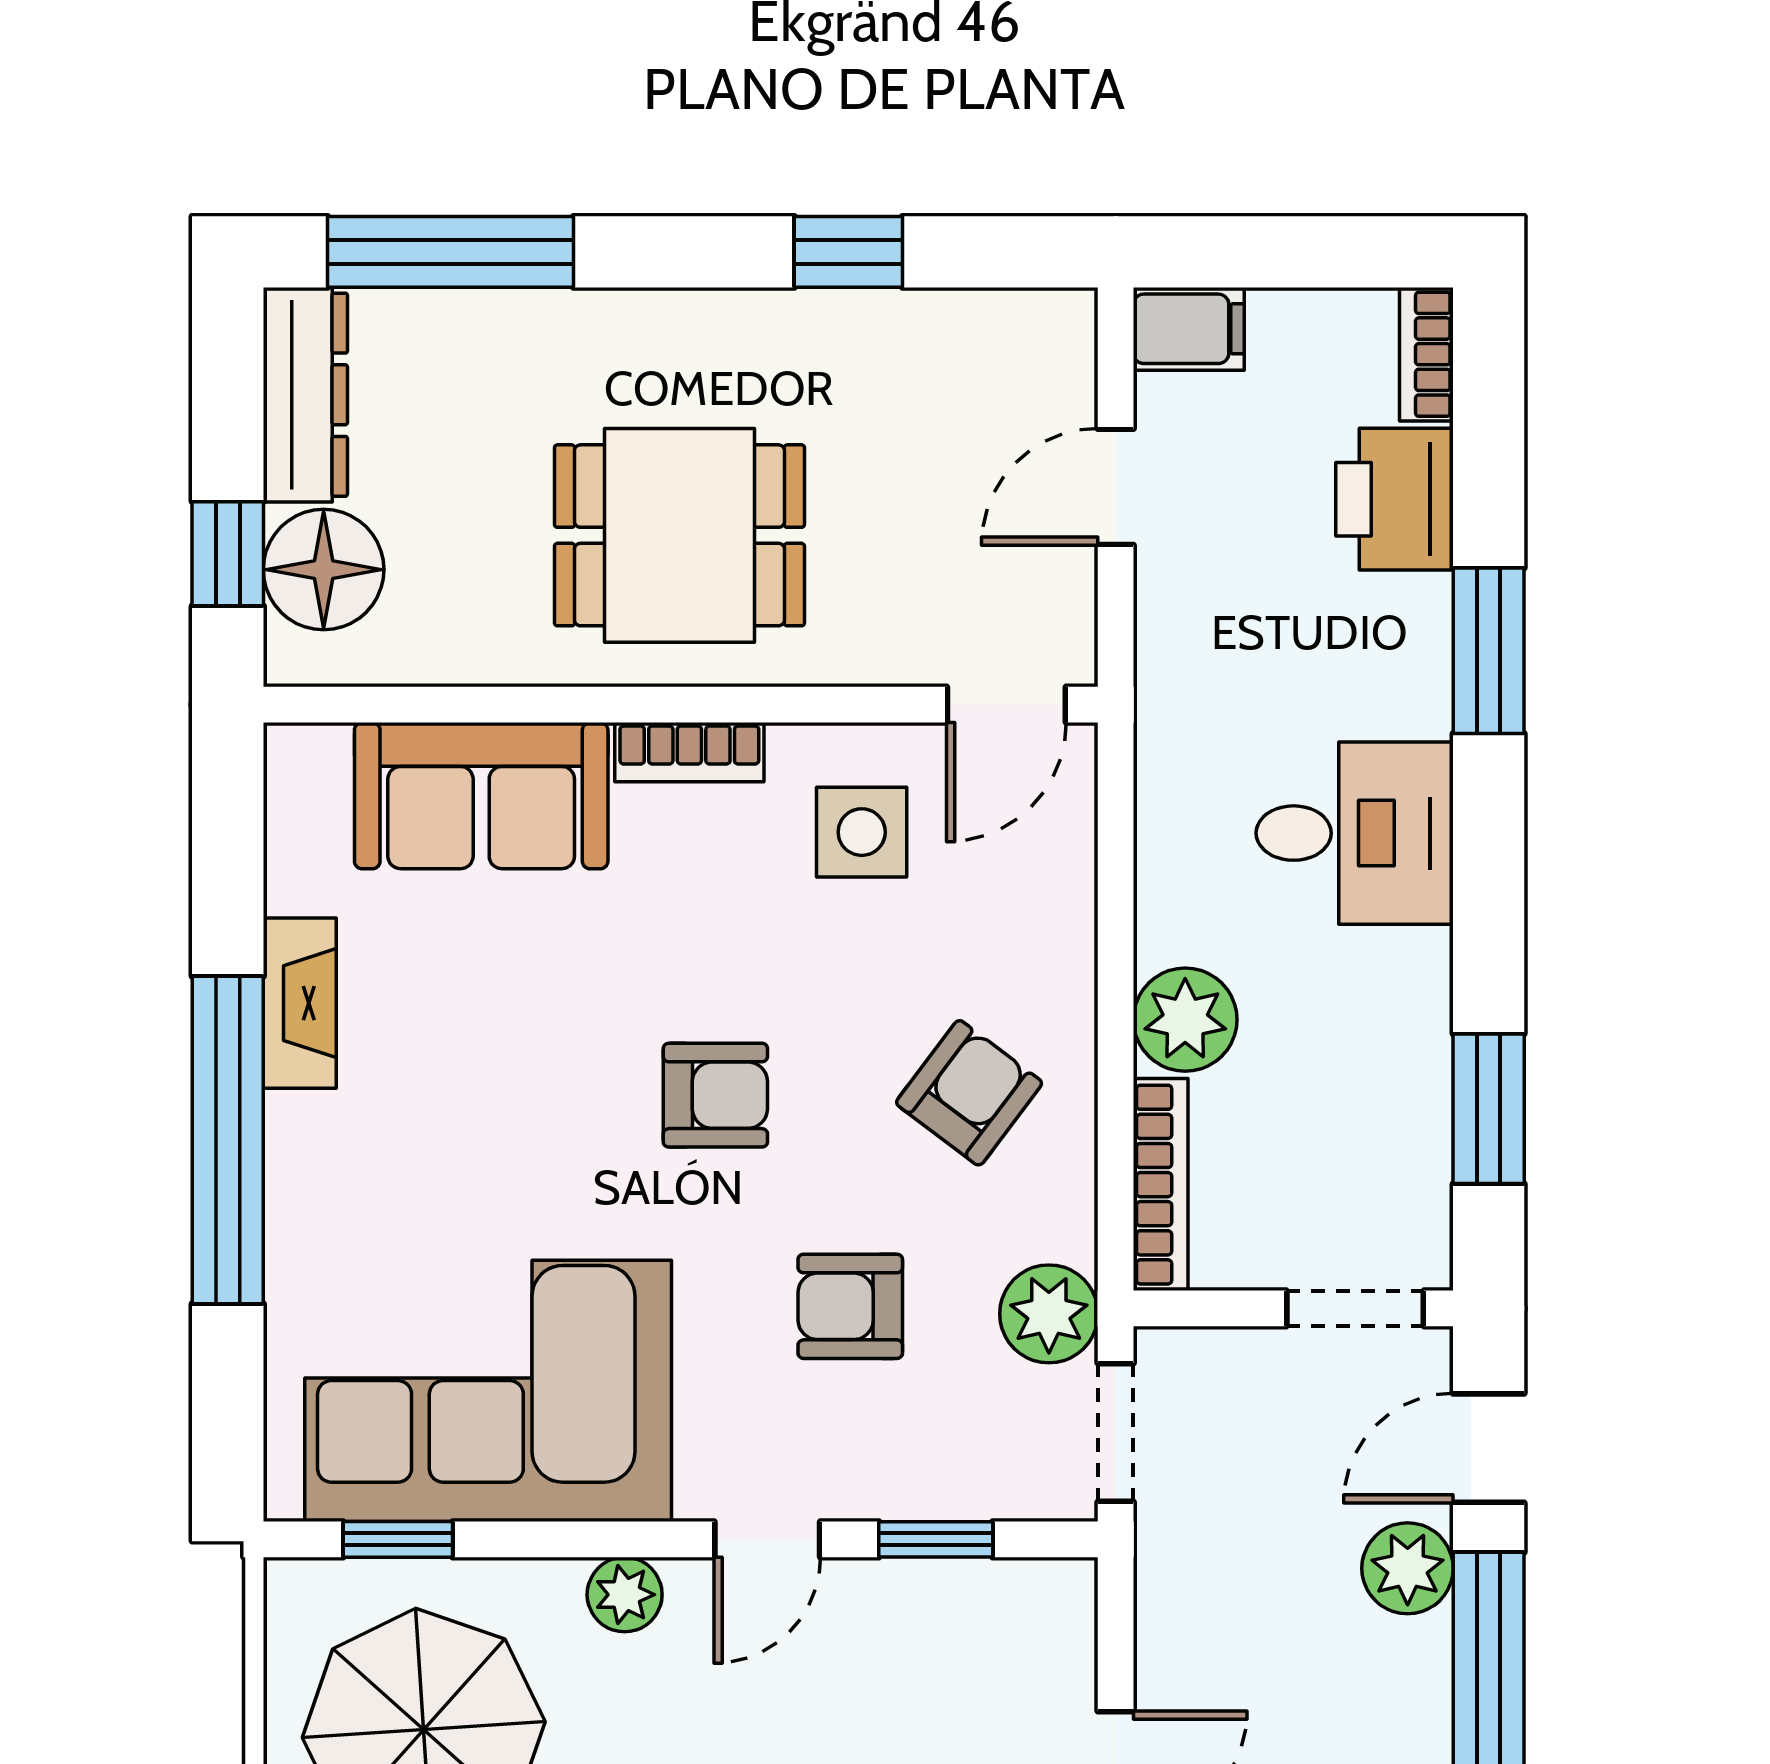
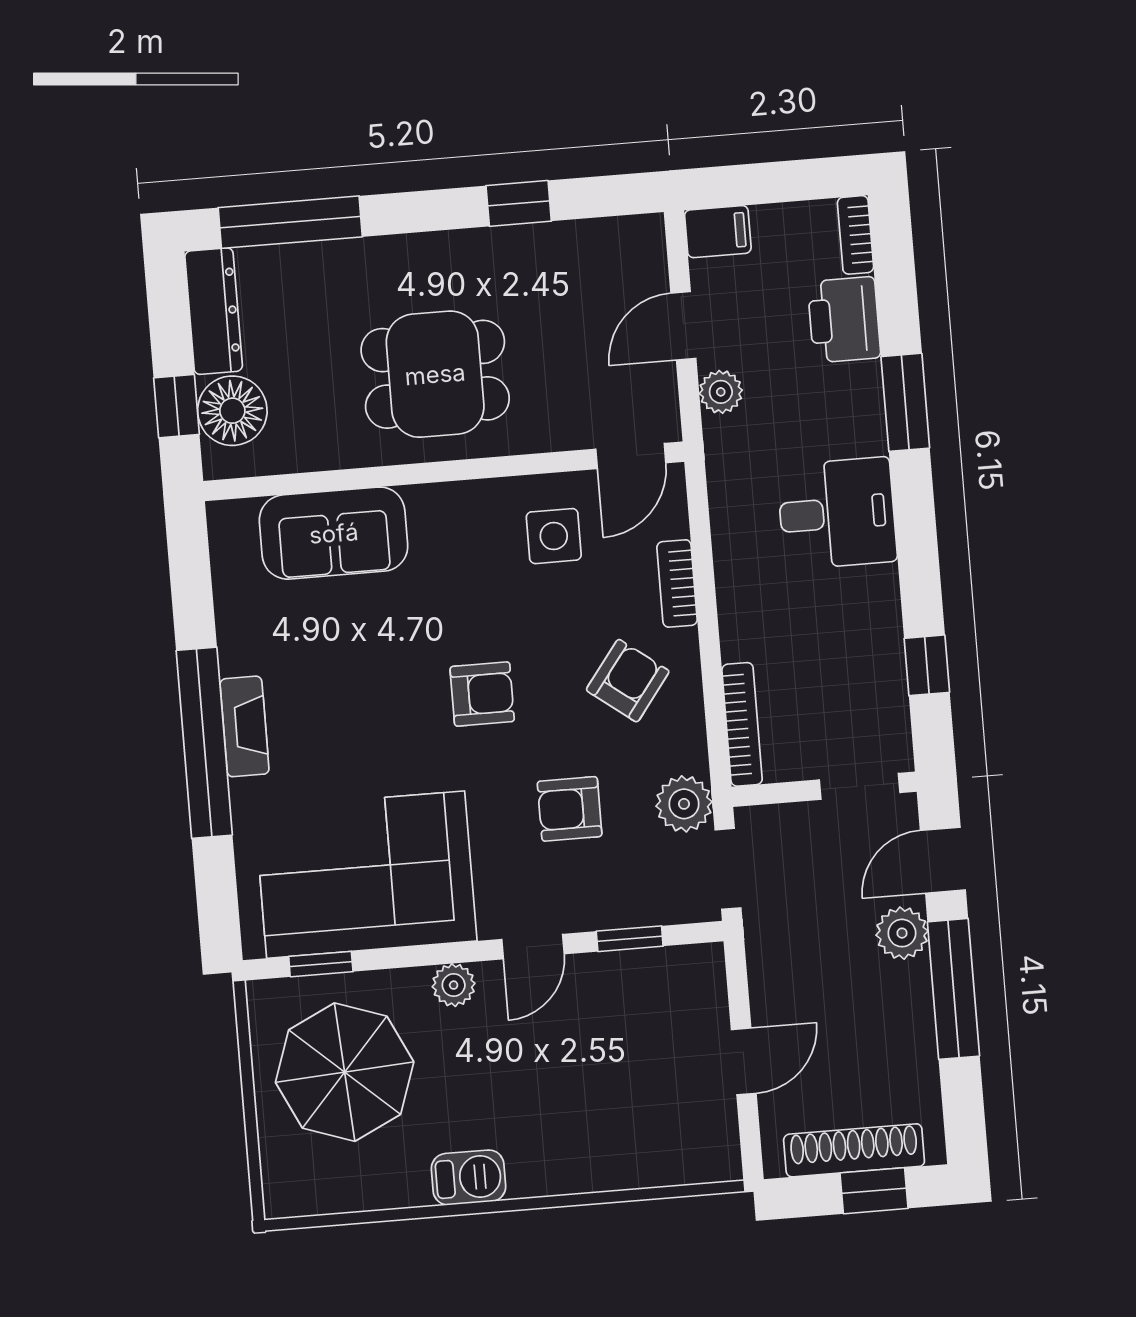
bookcase: (689, 752) -> (677, 583), moved, turned 90
fireplace: (300, 1003) -> (244, 726), moved
plant: (1185, 1020) -> (721, 392), moved, width x0.73, depth x0.73
window: (1489, 1109) -> (927, 665), width x0.67

